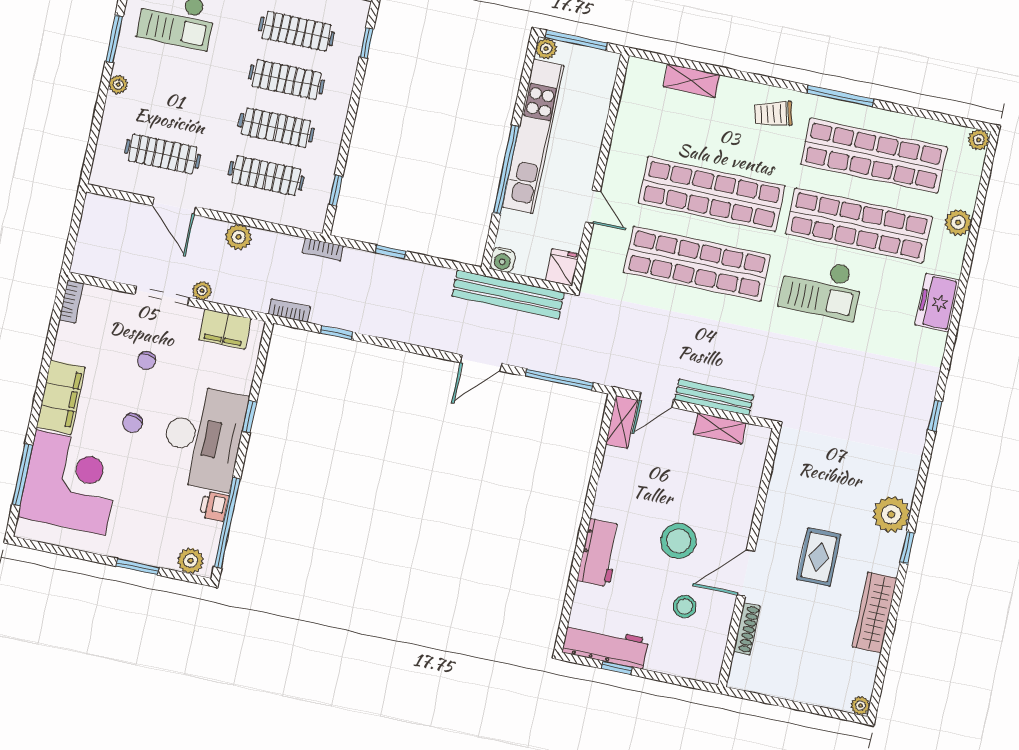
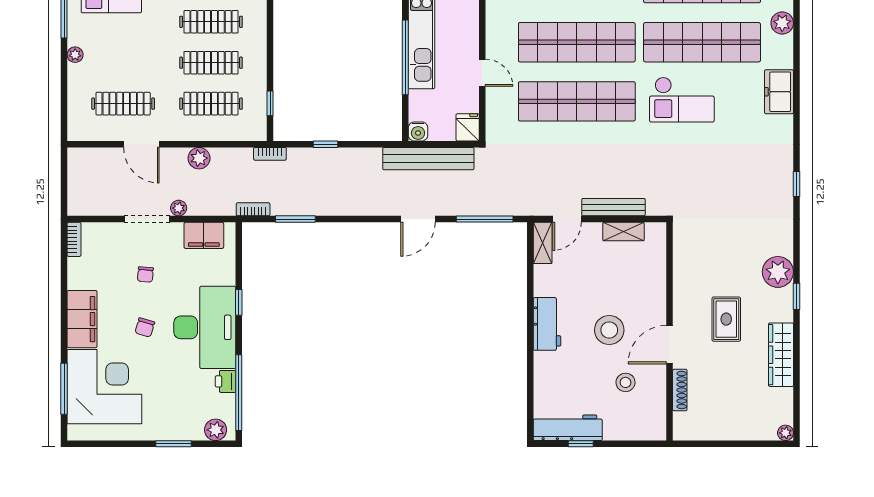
window: (337, 333) -> (295, 219), width x1.50
workbench: (599, 553) -> (547, 324), moved

